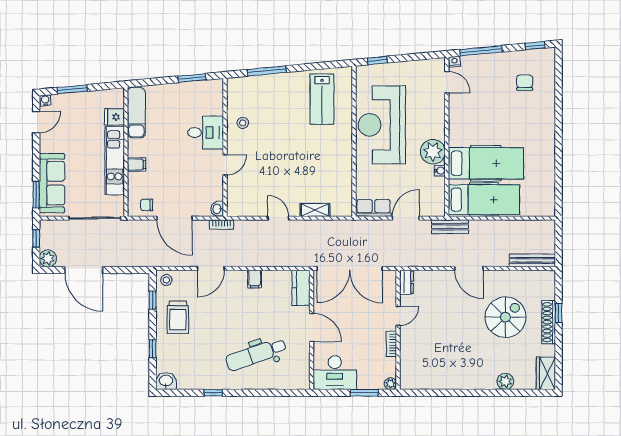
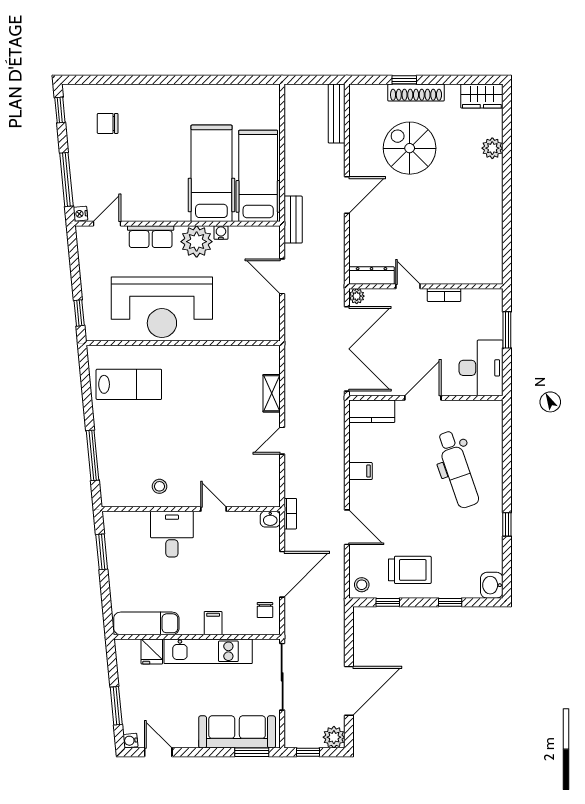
row of seats: (373, 208) -> (151, 237), moved, turned -90
dresser: (406, 282) -> (372, 276), width x1.44
plant: (390, 384) -> (357, 296), moved

